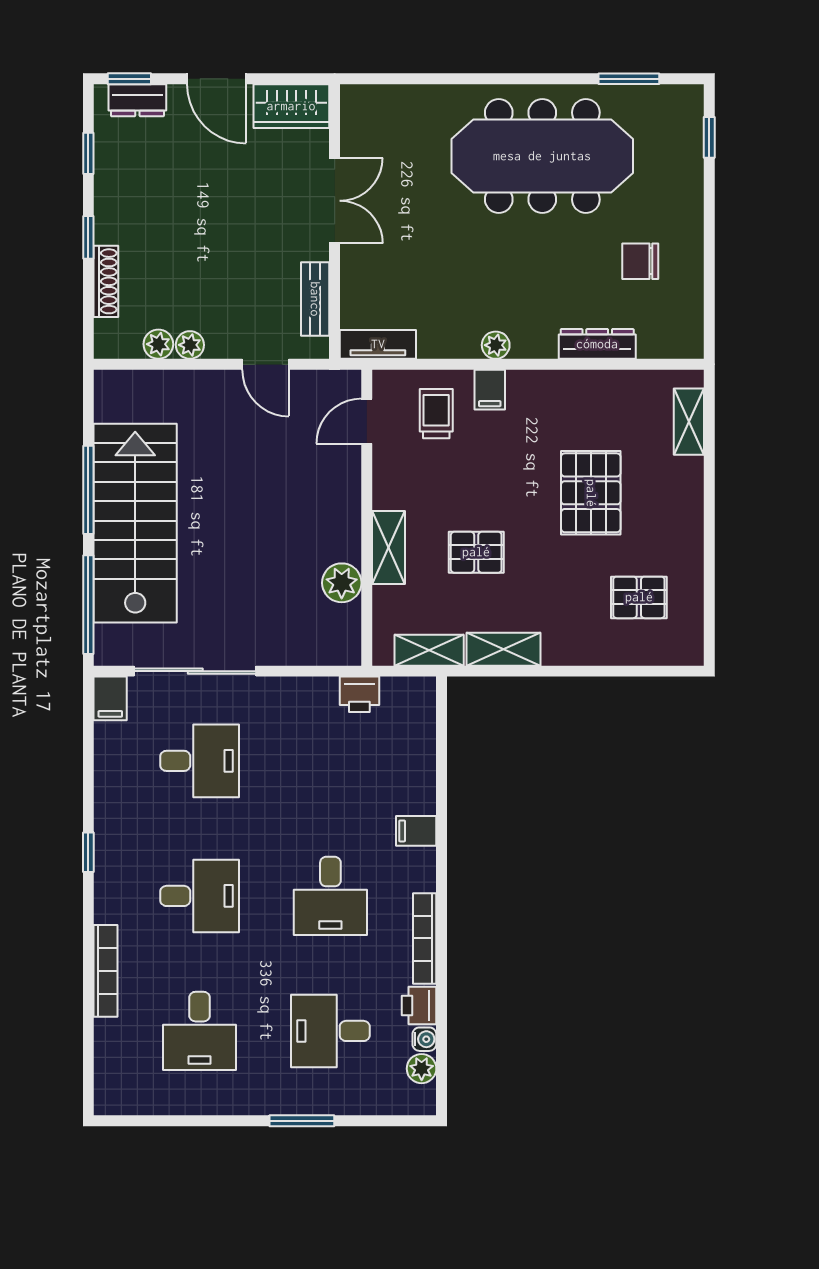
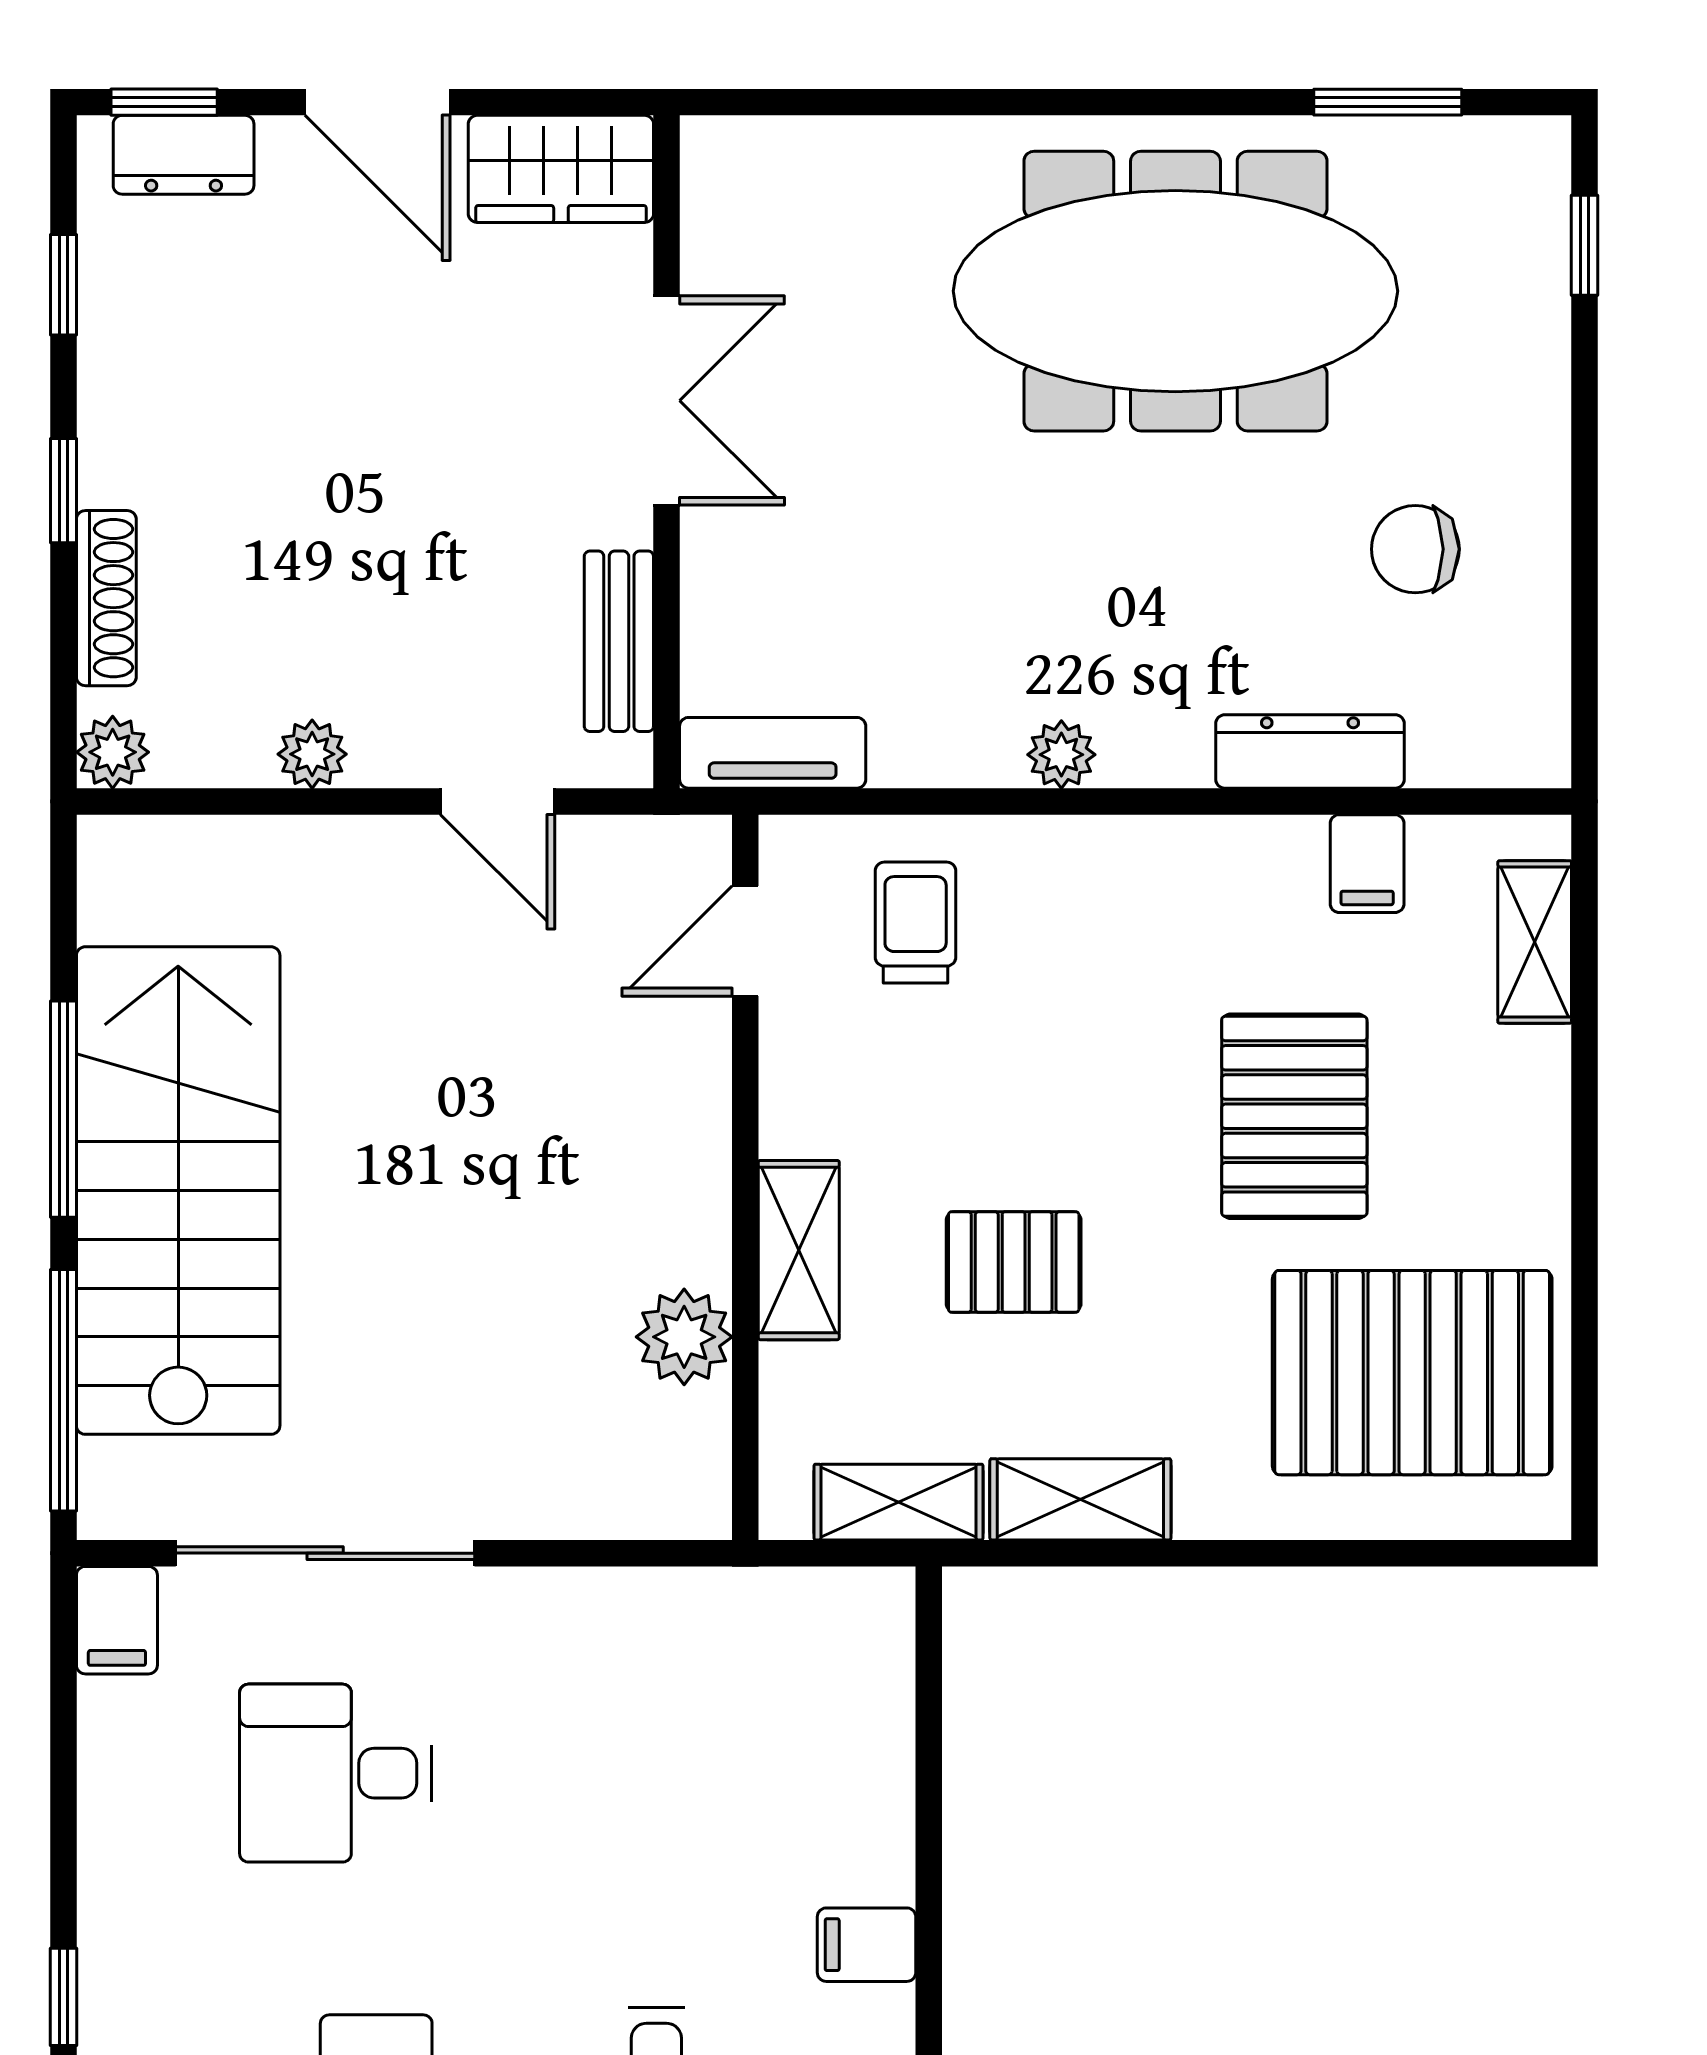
plant: (158, 344) -> (113, 752), moved
filing cabinet: (490, 390) -> (1367, 864), moved
pallet: (639, 597) -> (1412, 1373), width x2.05, depth x2.00
printer: (359, 694) -> (728, 1610), removed
desk: (200, 761) -> (336, 1773), turned 180

